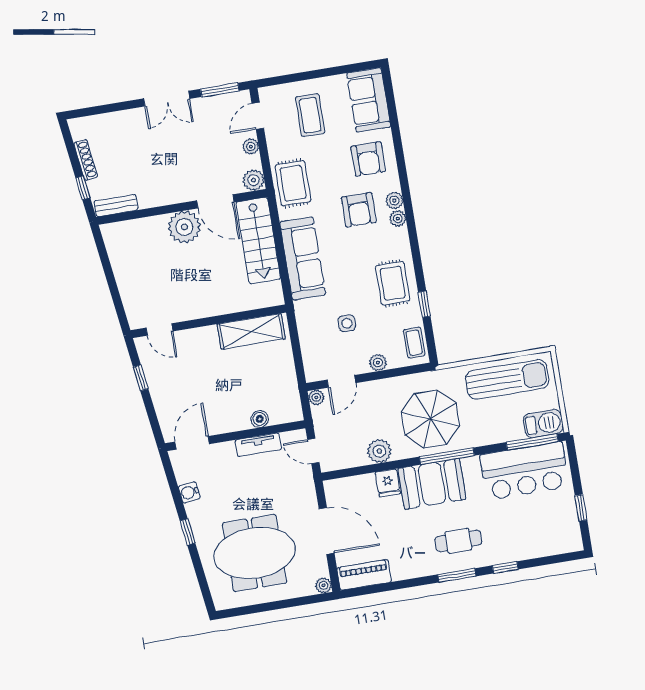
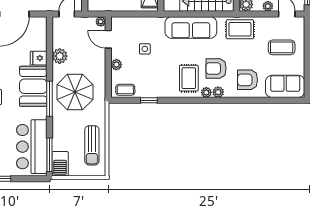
rug: (393, 283) -> (189, 78), moved, turned 90
sun lounger: (507, 379) -> (92, 145), width x0.73, depth x0.75

